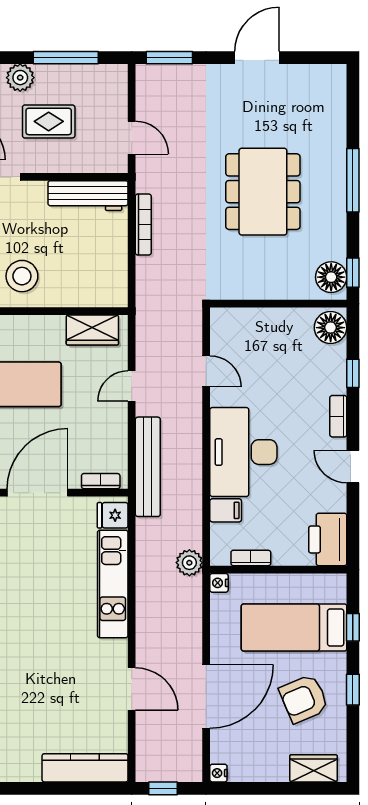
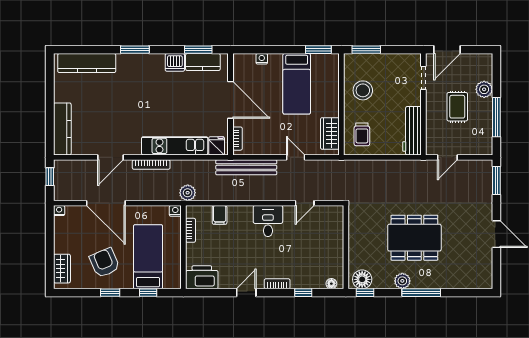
plant: (334, 211) -> (402, 281), added
bookcase: (143, 225) -> (151, 165), moved
trolley: (94, 278) -> (362, 134), added
floor lamp: (331, 328) -> (331, 284), width x0.53, depth x0.53
desk: (243, 452) -> (268, 221), width x0.53, depth x0.77

